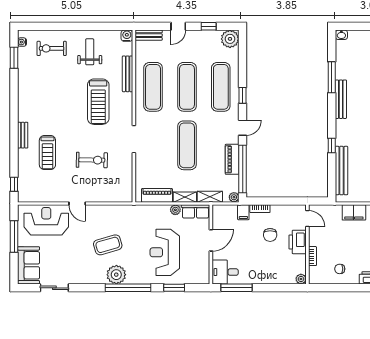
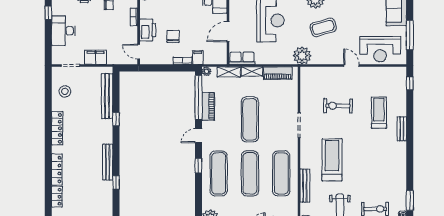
window: (332, 77) -> (116, 182), width x0.46
plant: (175, 210) -> (302, 56), moved, width x1.87, depth x1.87

